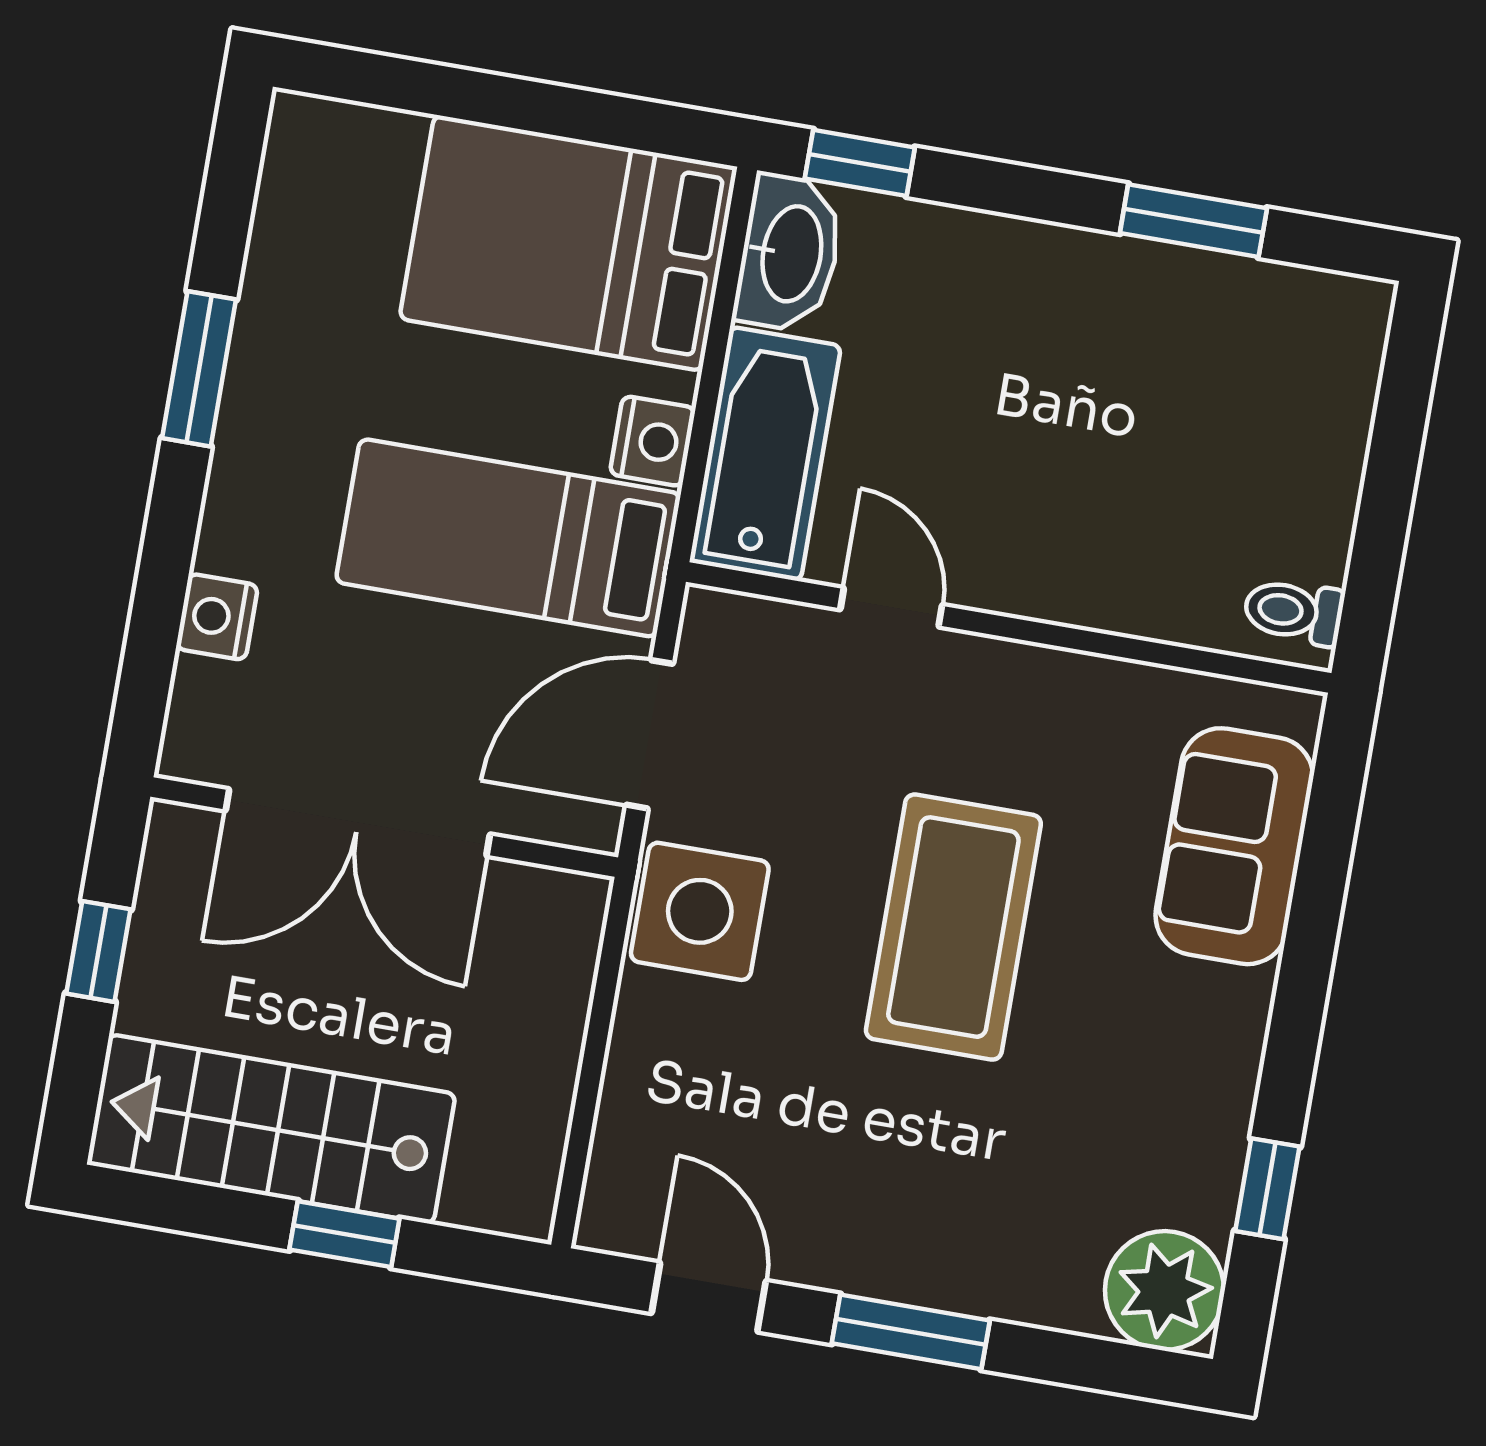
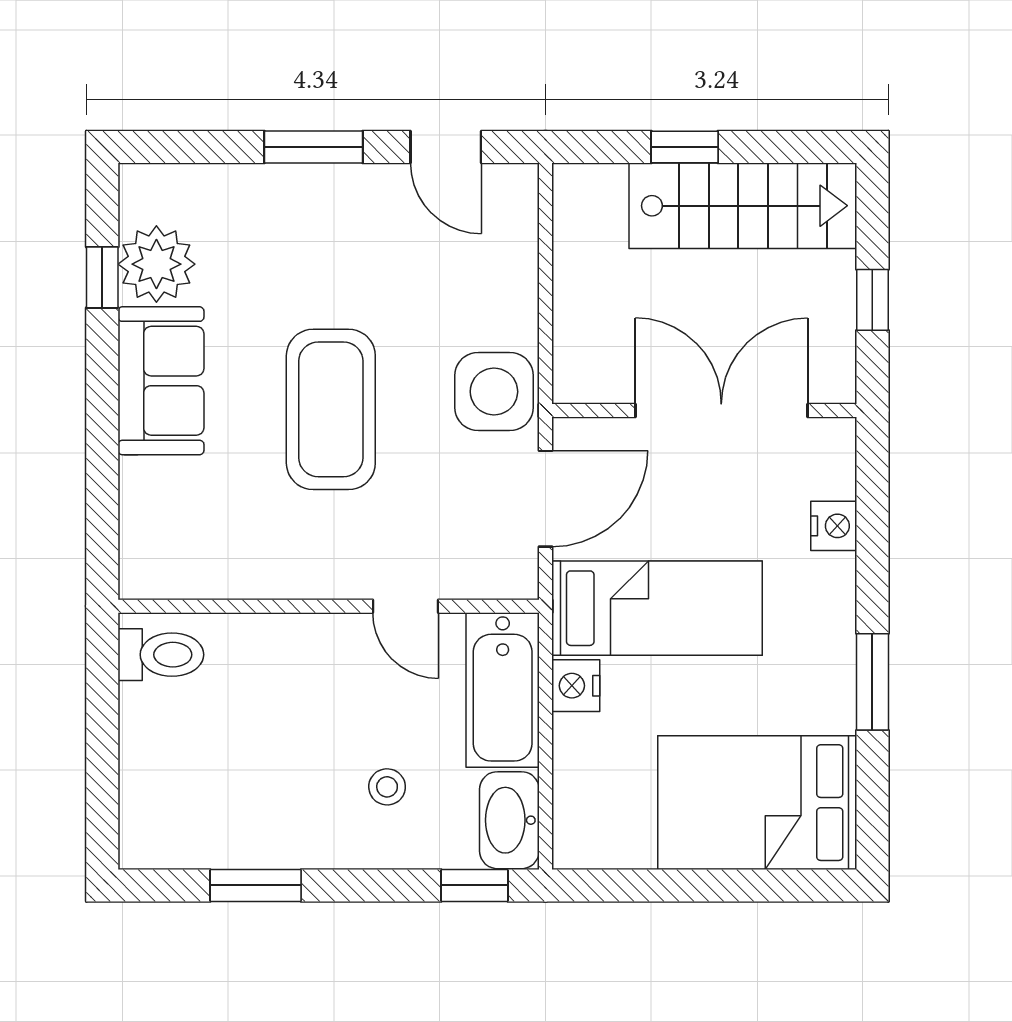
bed: (568, 243) -> (757, 803), moved, turned 180
stool: (967, 336) -> (387, 787), added
toilet: (1294, 612) -> (161, 655), width x1.37, depth x1.39
sofa: (1234, 846) -> (161, 381), moved
plant: (1165, 1290) -> (156, 264), moved

